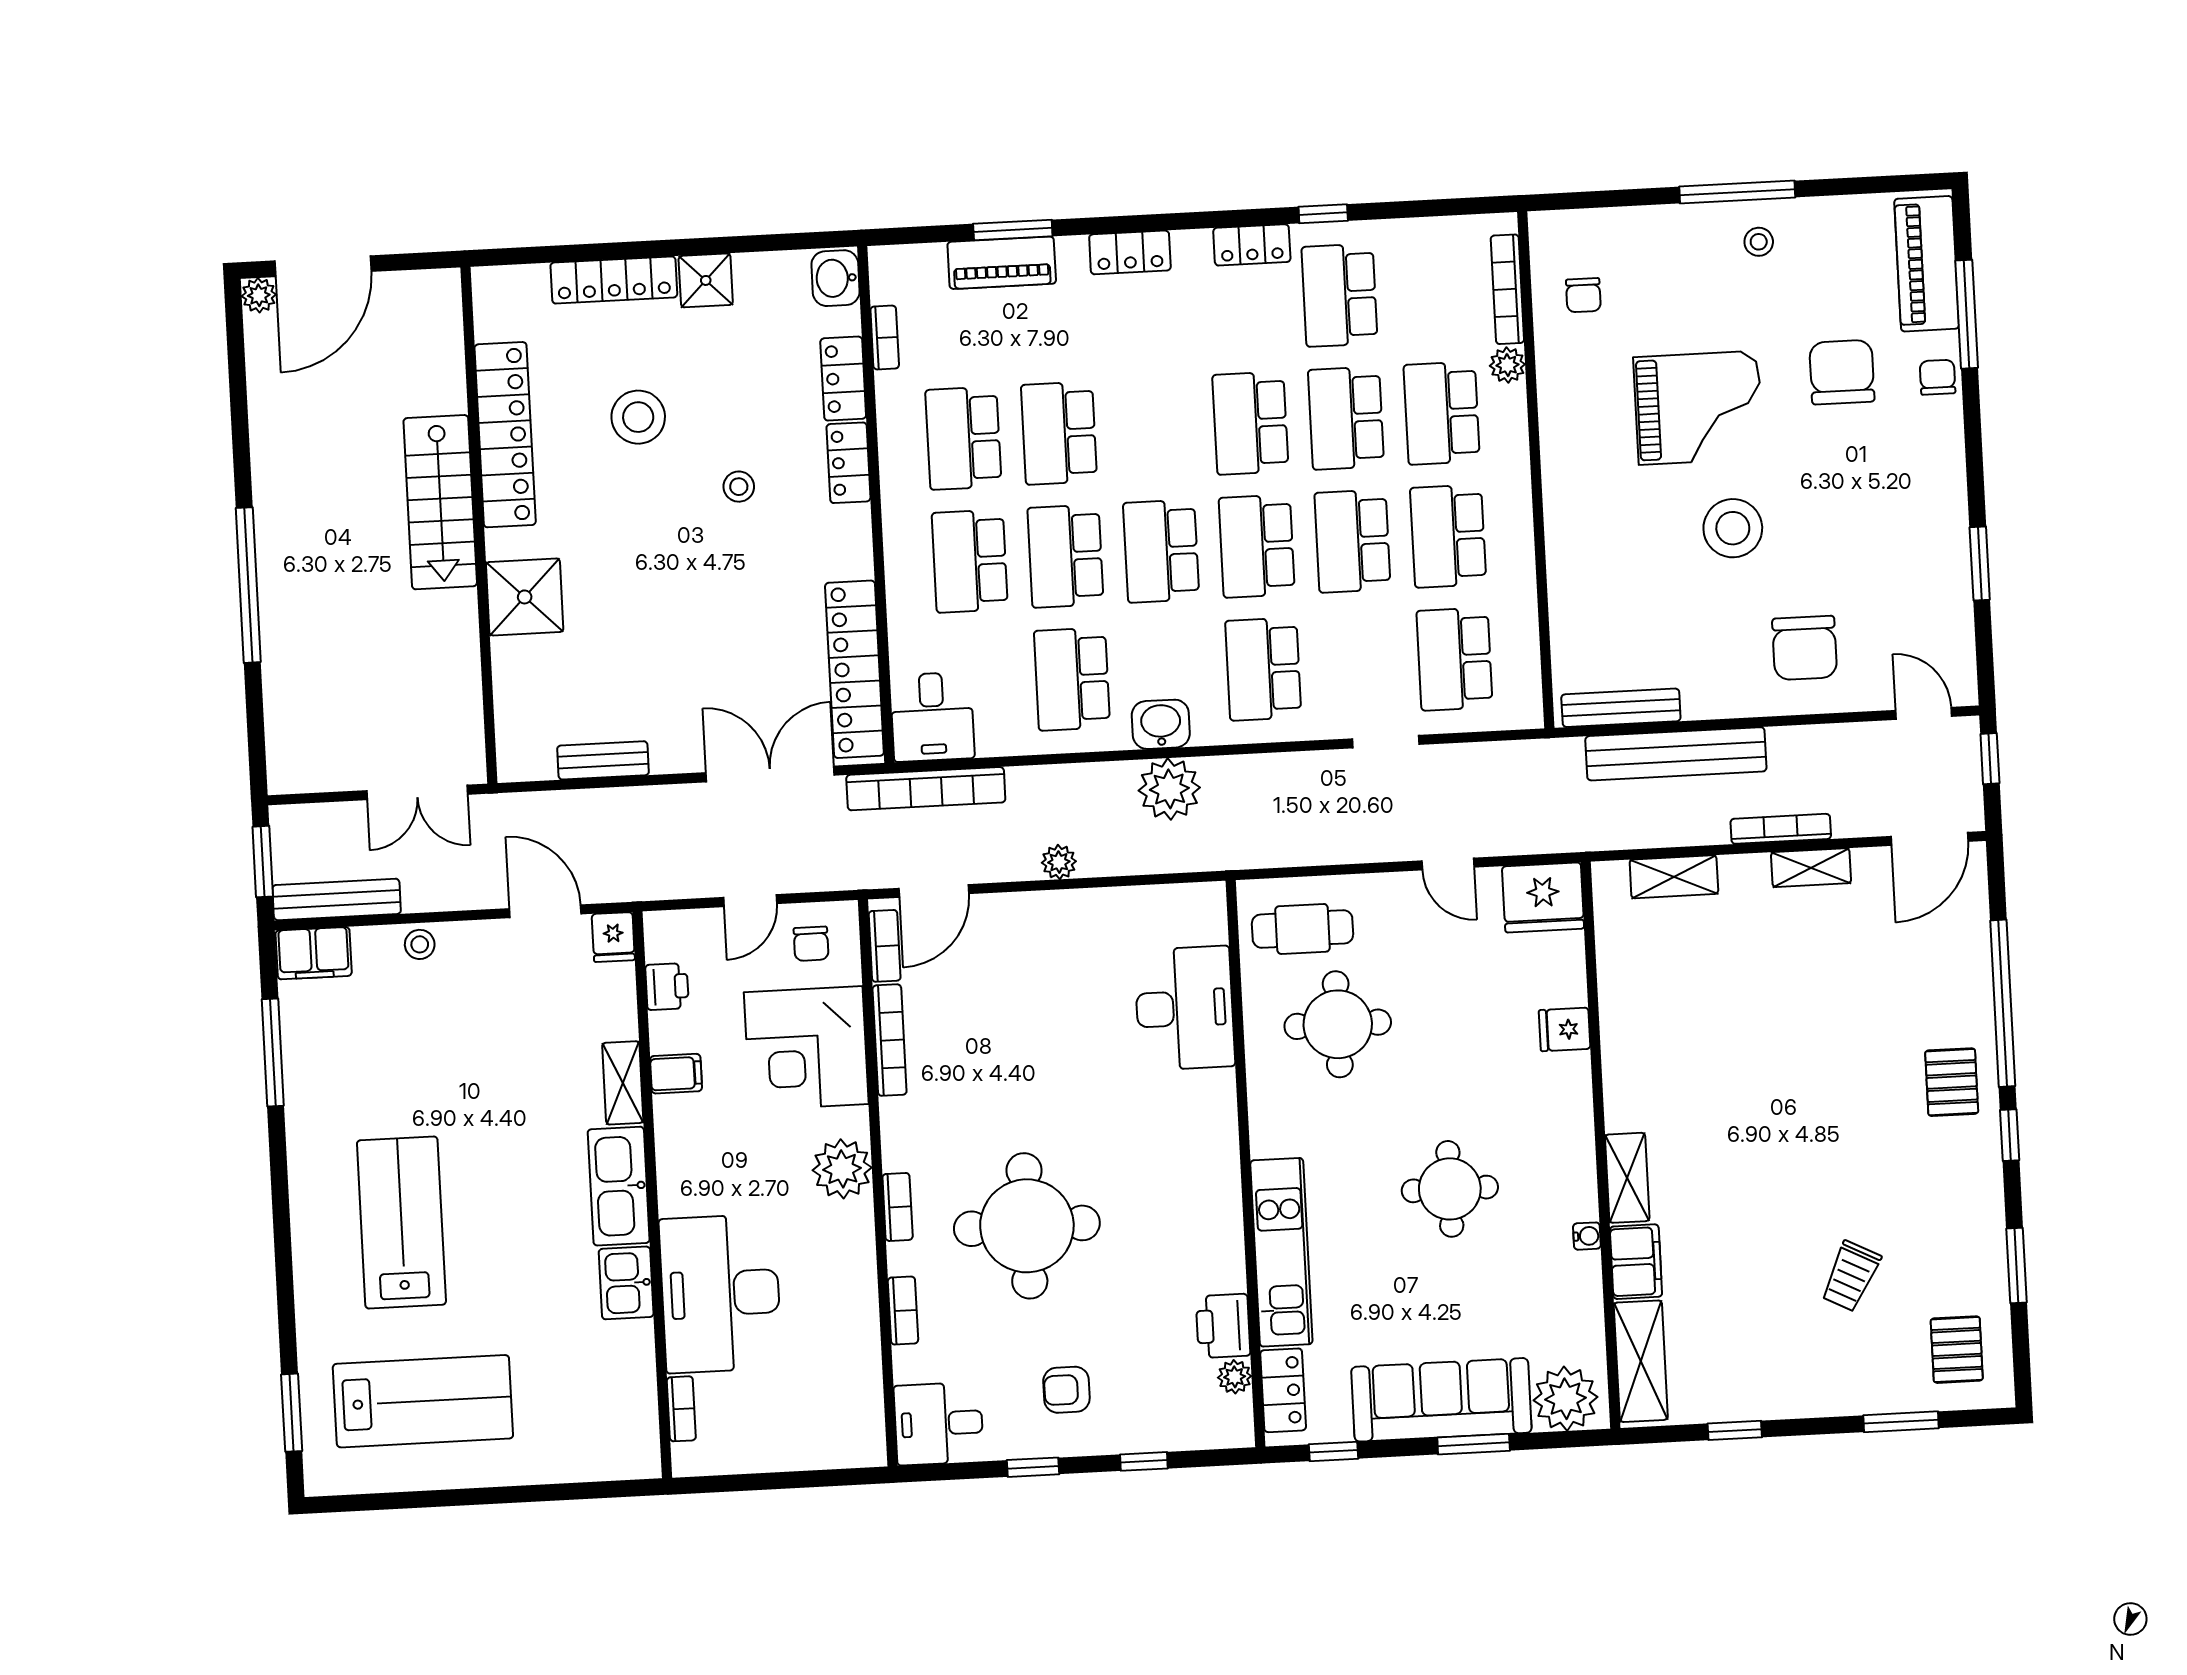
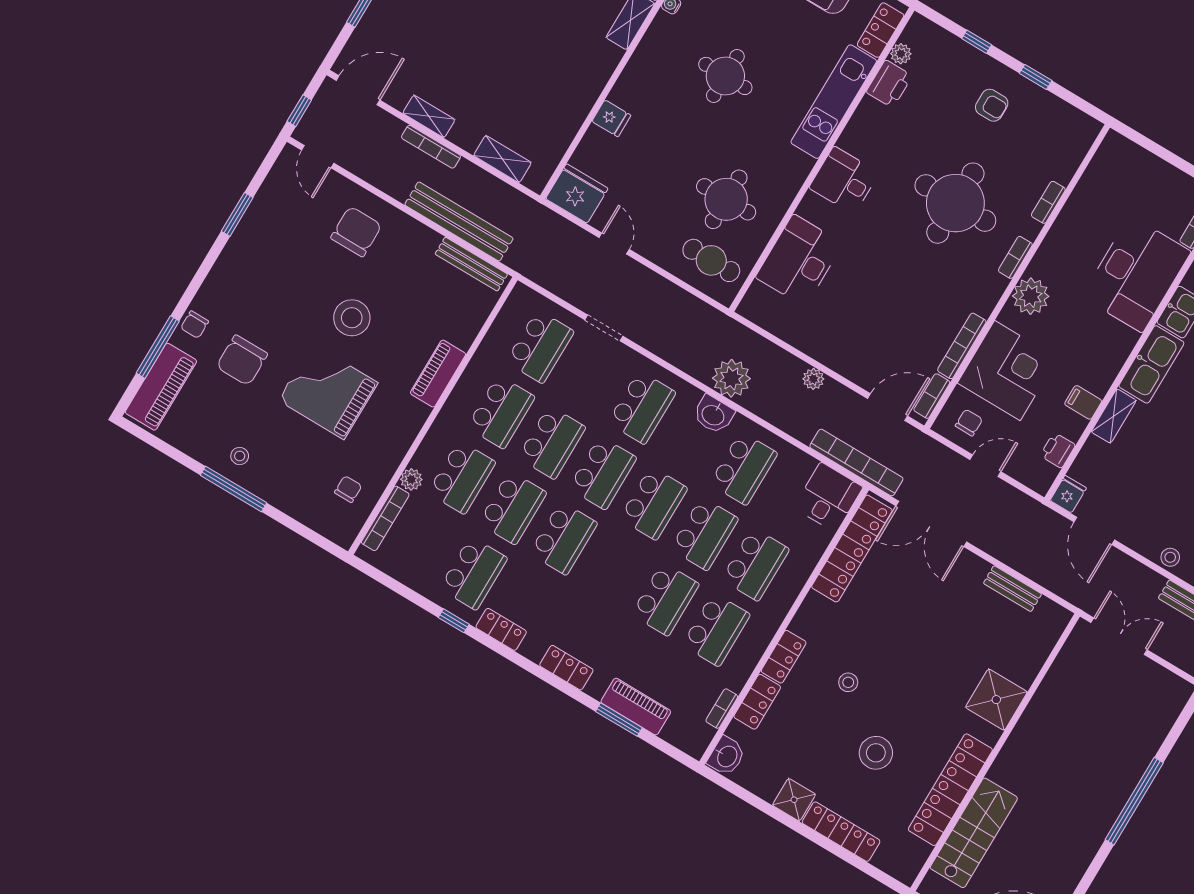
stairs: (440, 502) -> (974, 833), moved
piano: (1567, 531) -> (438, 374), added
desk: (939, 1424) -> (844, 180), moved, turned 180

